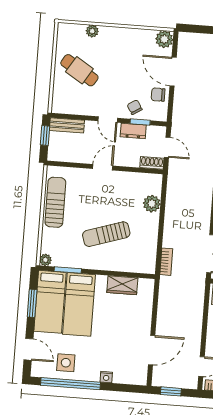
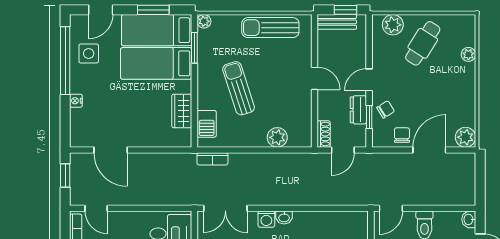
plant: (61, 95) -> (393, 25), added
bench: (67, 125) -> (337, 22), moved, turned 90
sun lounger: (55, 202) -> (270, 28), turned 180
barbecue: (135, 264) -> (207, 124), added

